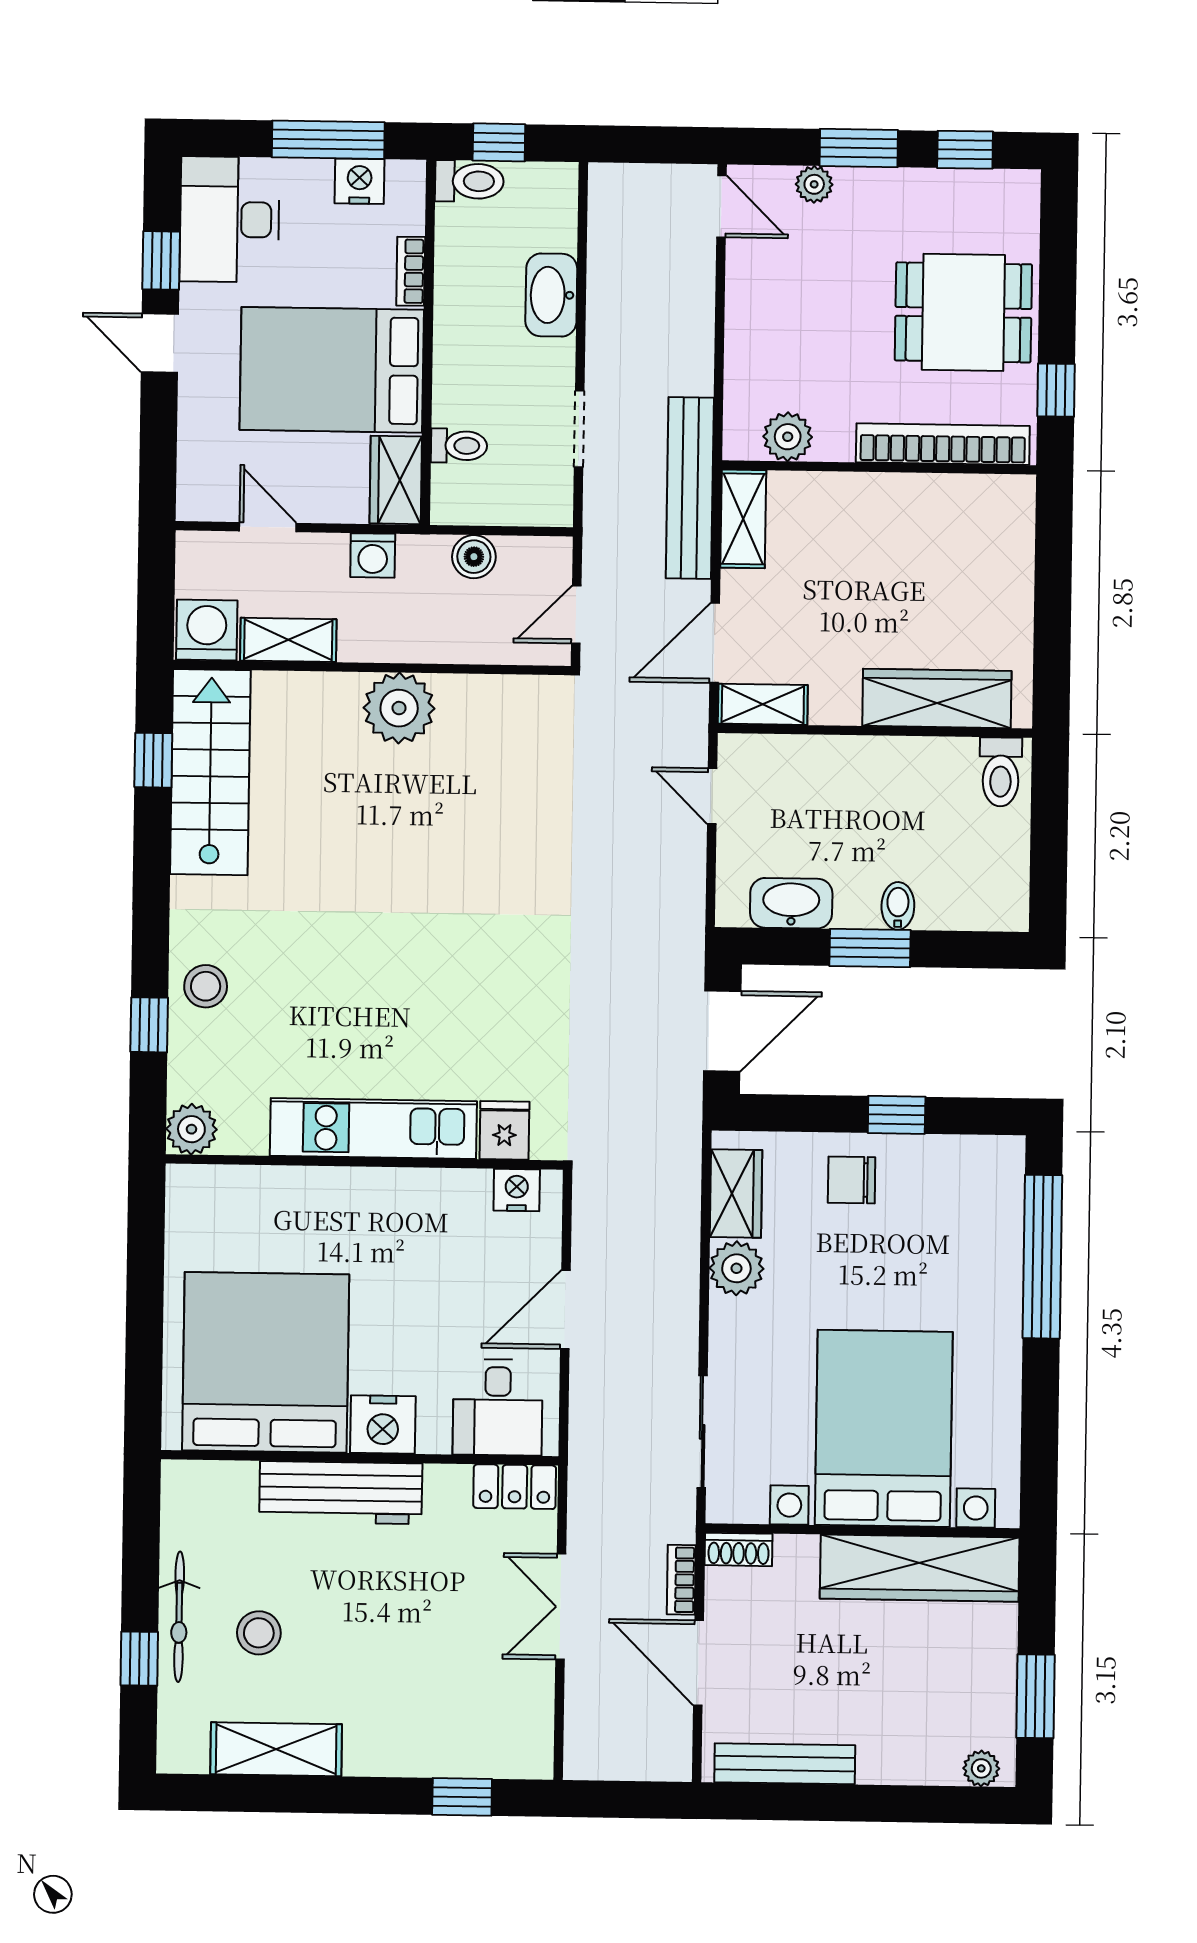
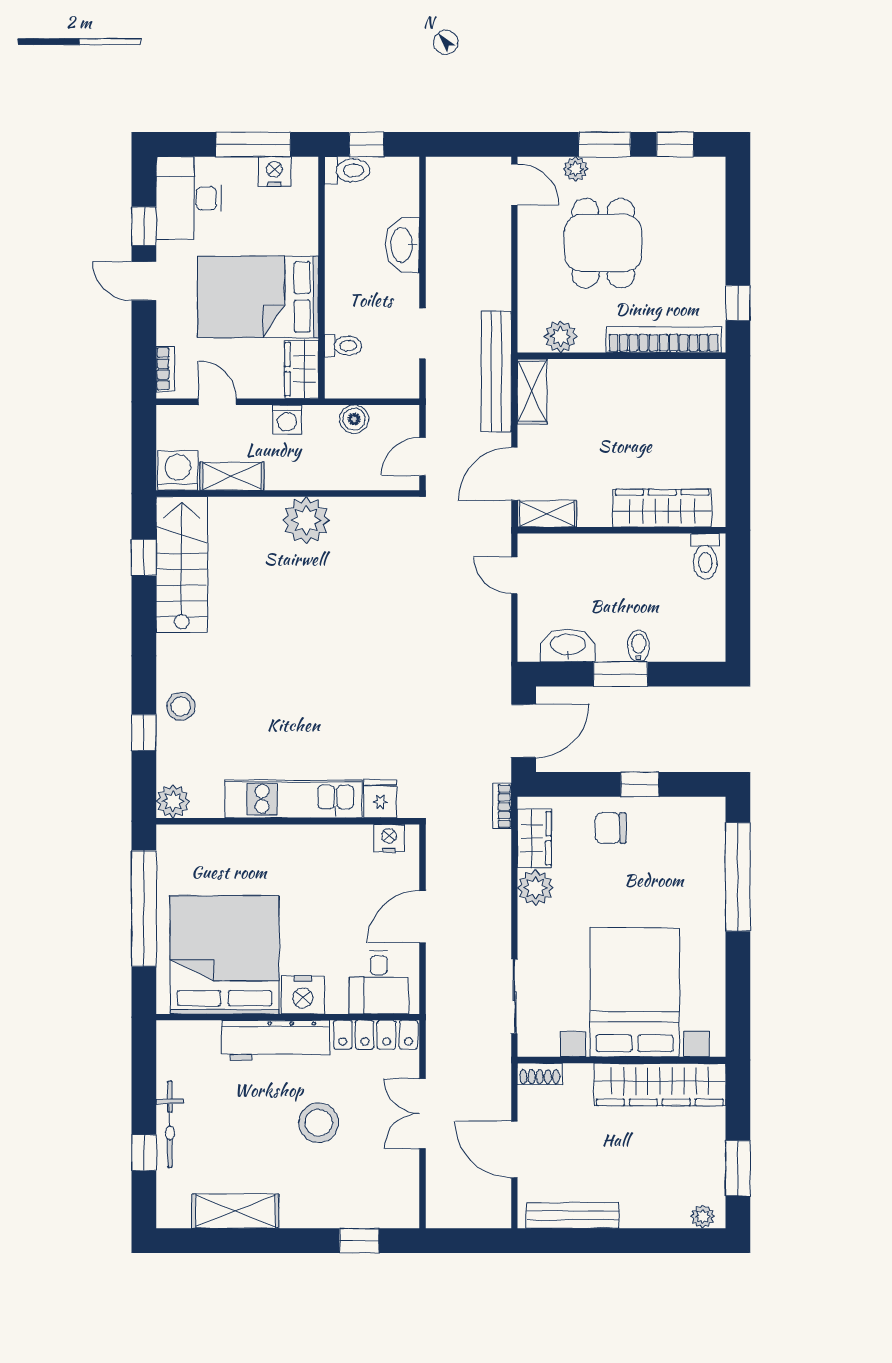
bookcase: (411, 271) -> (165, 369), moved, turned 180
dining table: (963, 312) -> (603, 243), moved, turned 90
window: (145, 1290) -> (144, 908), added
locker: (515, 1487) -> (376, 1035), width x1.53
bookcase: (681, 1580) -> (502, 806), moved
stool: (259, 1633) -> (319, 1123), moved, width x1.38, depth x1.38

